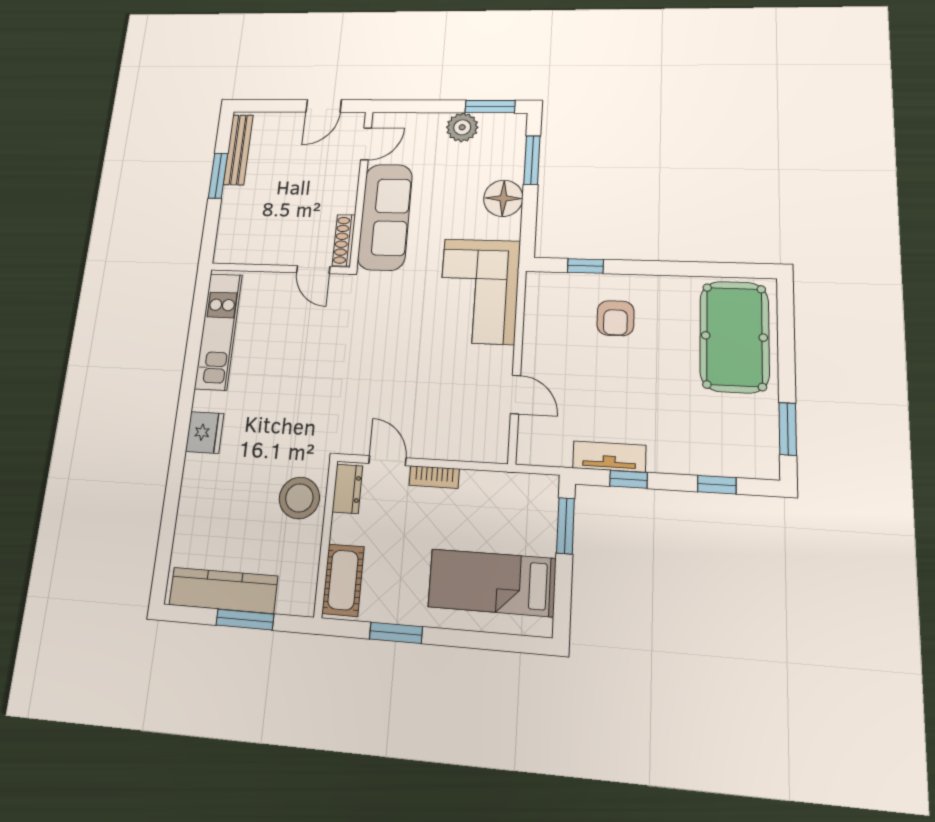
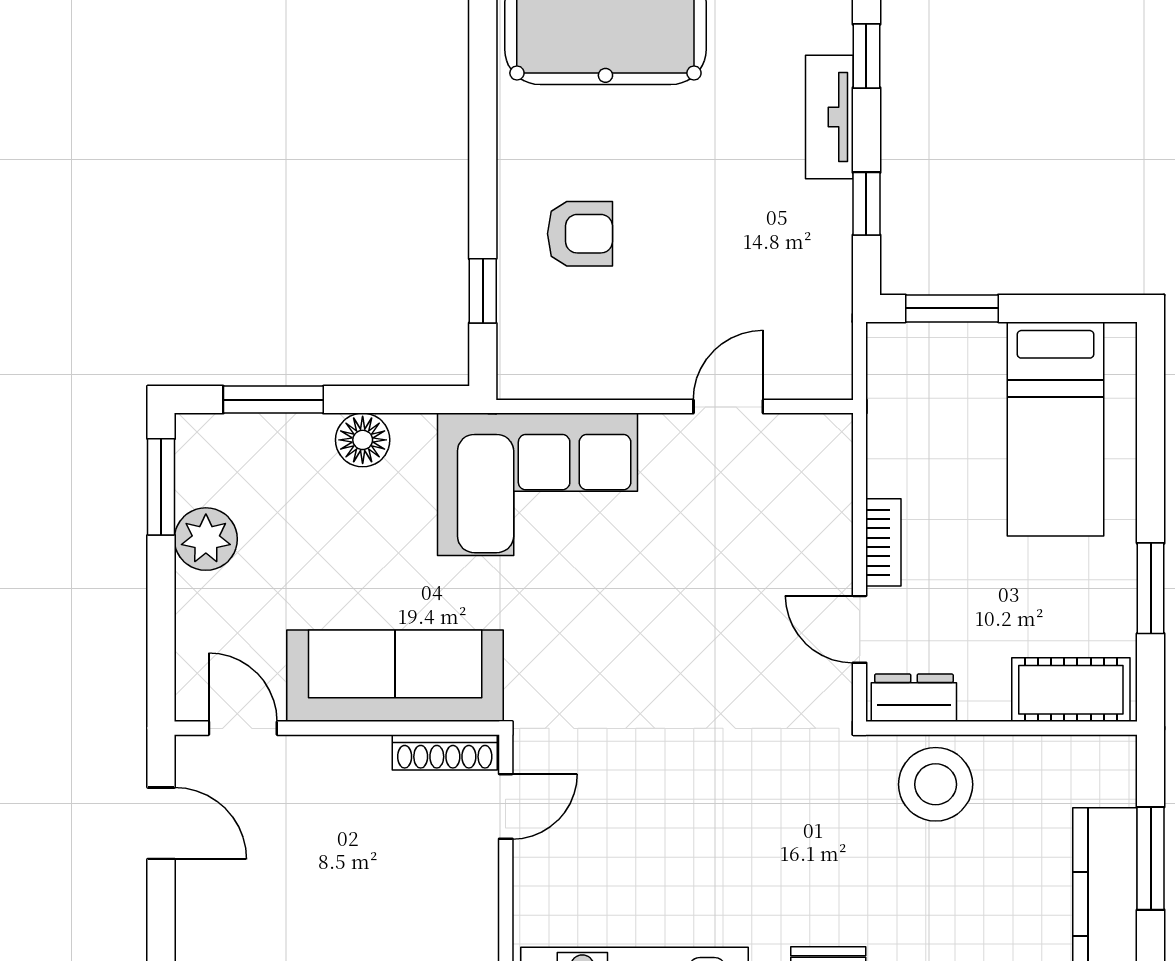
floor lamp: (503, 198) -> (363, 440), width x0.73, depth x0.73
tv unit: (609, 457) -> (829, 117), moved
door: (387, 461) -> (860, 629), hinge flipped

